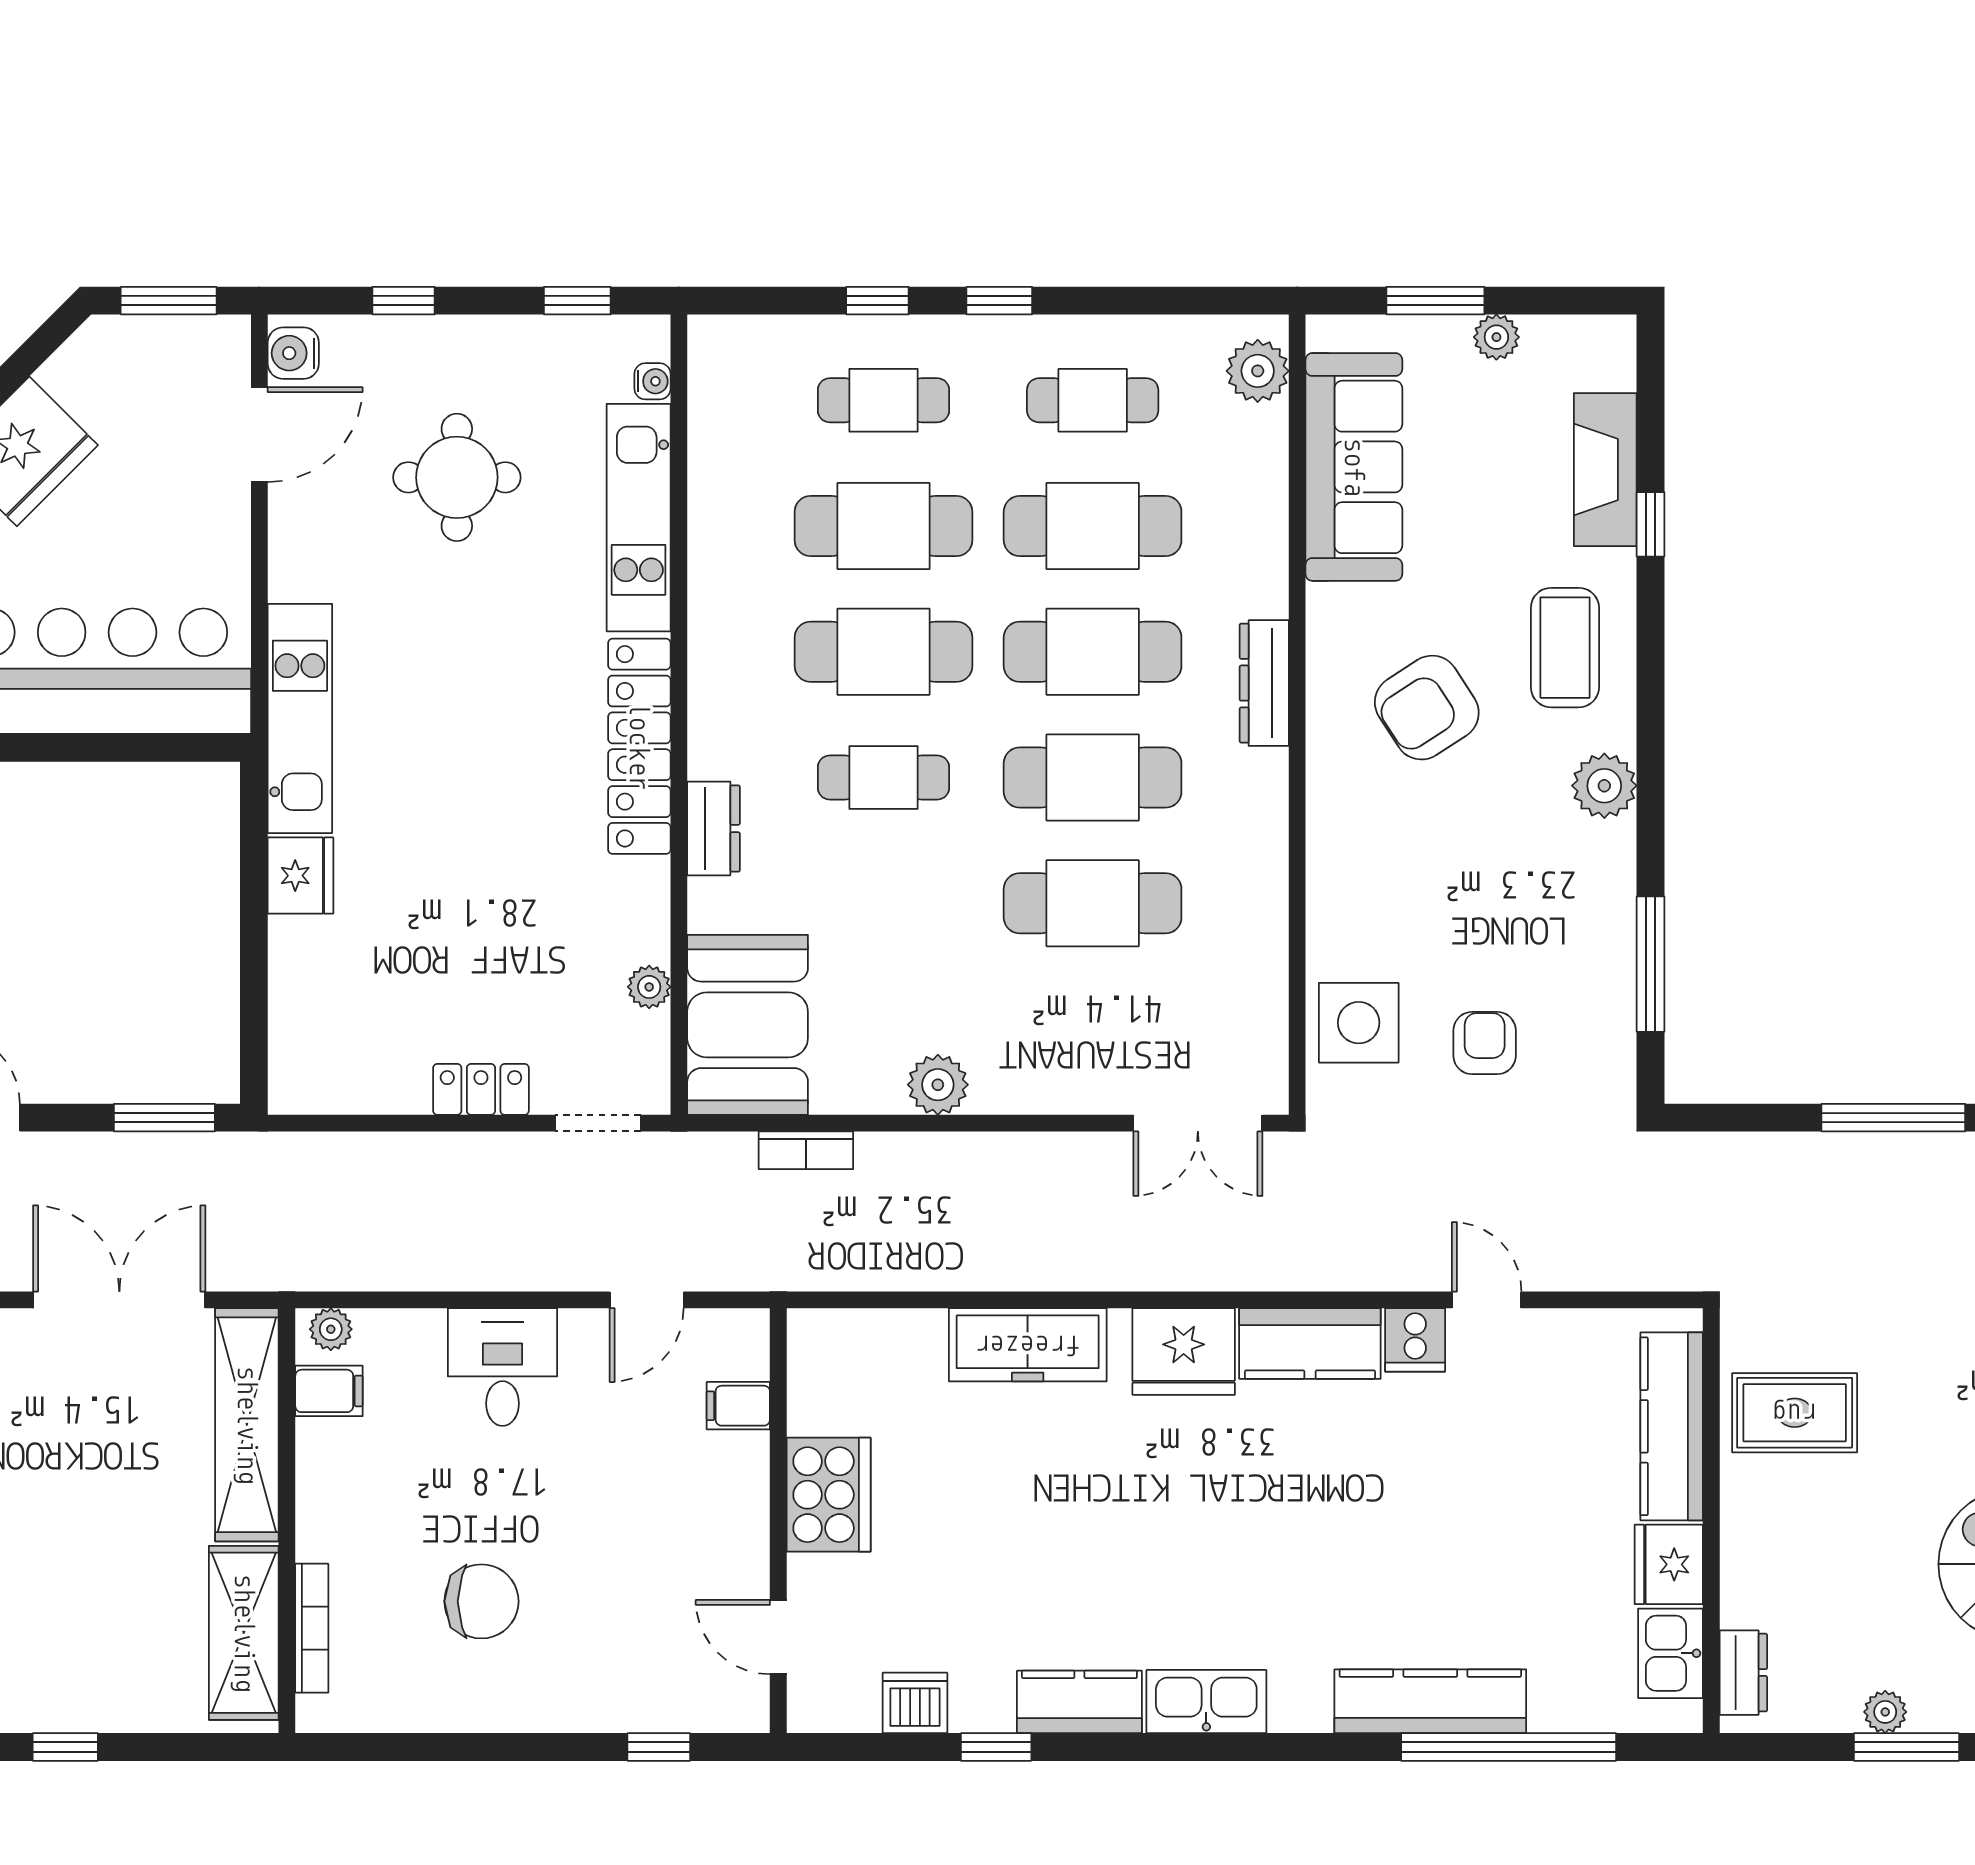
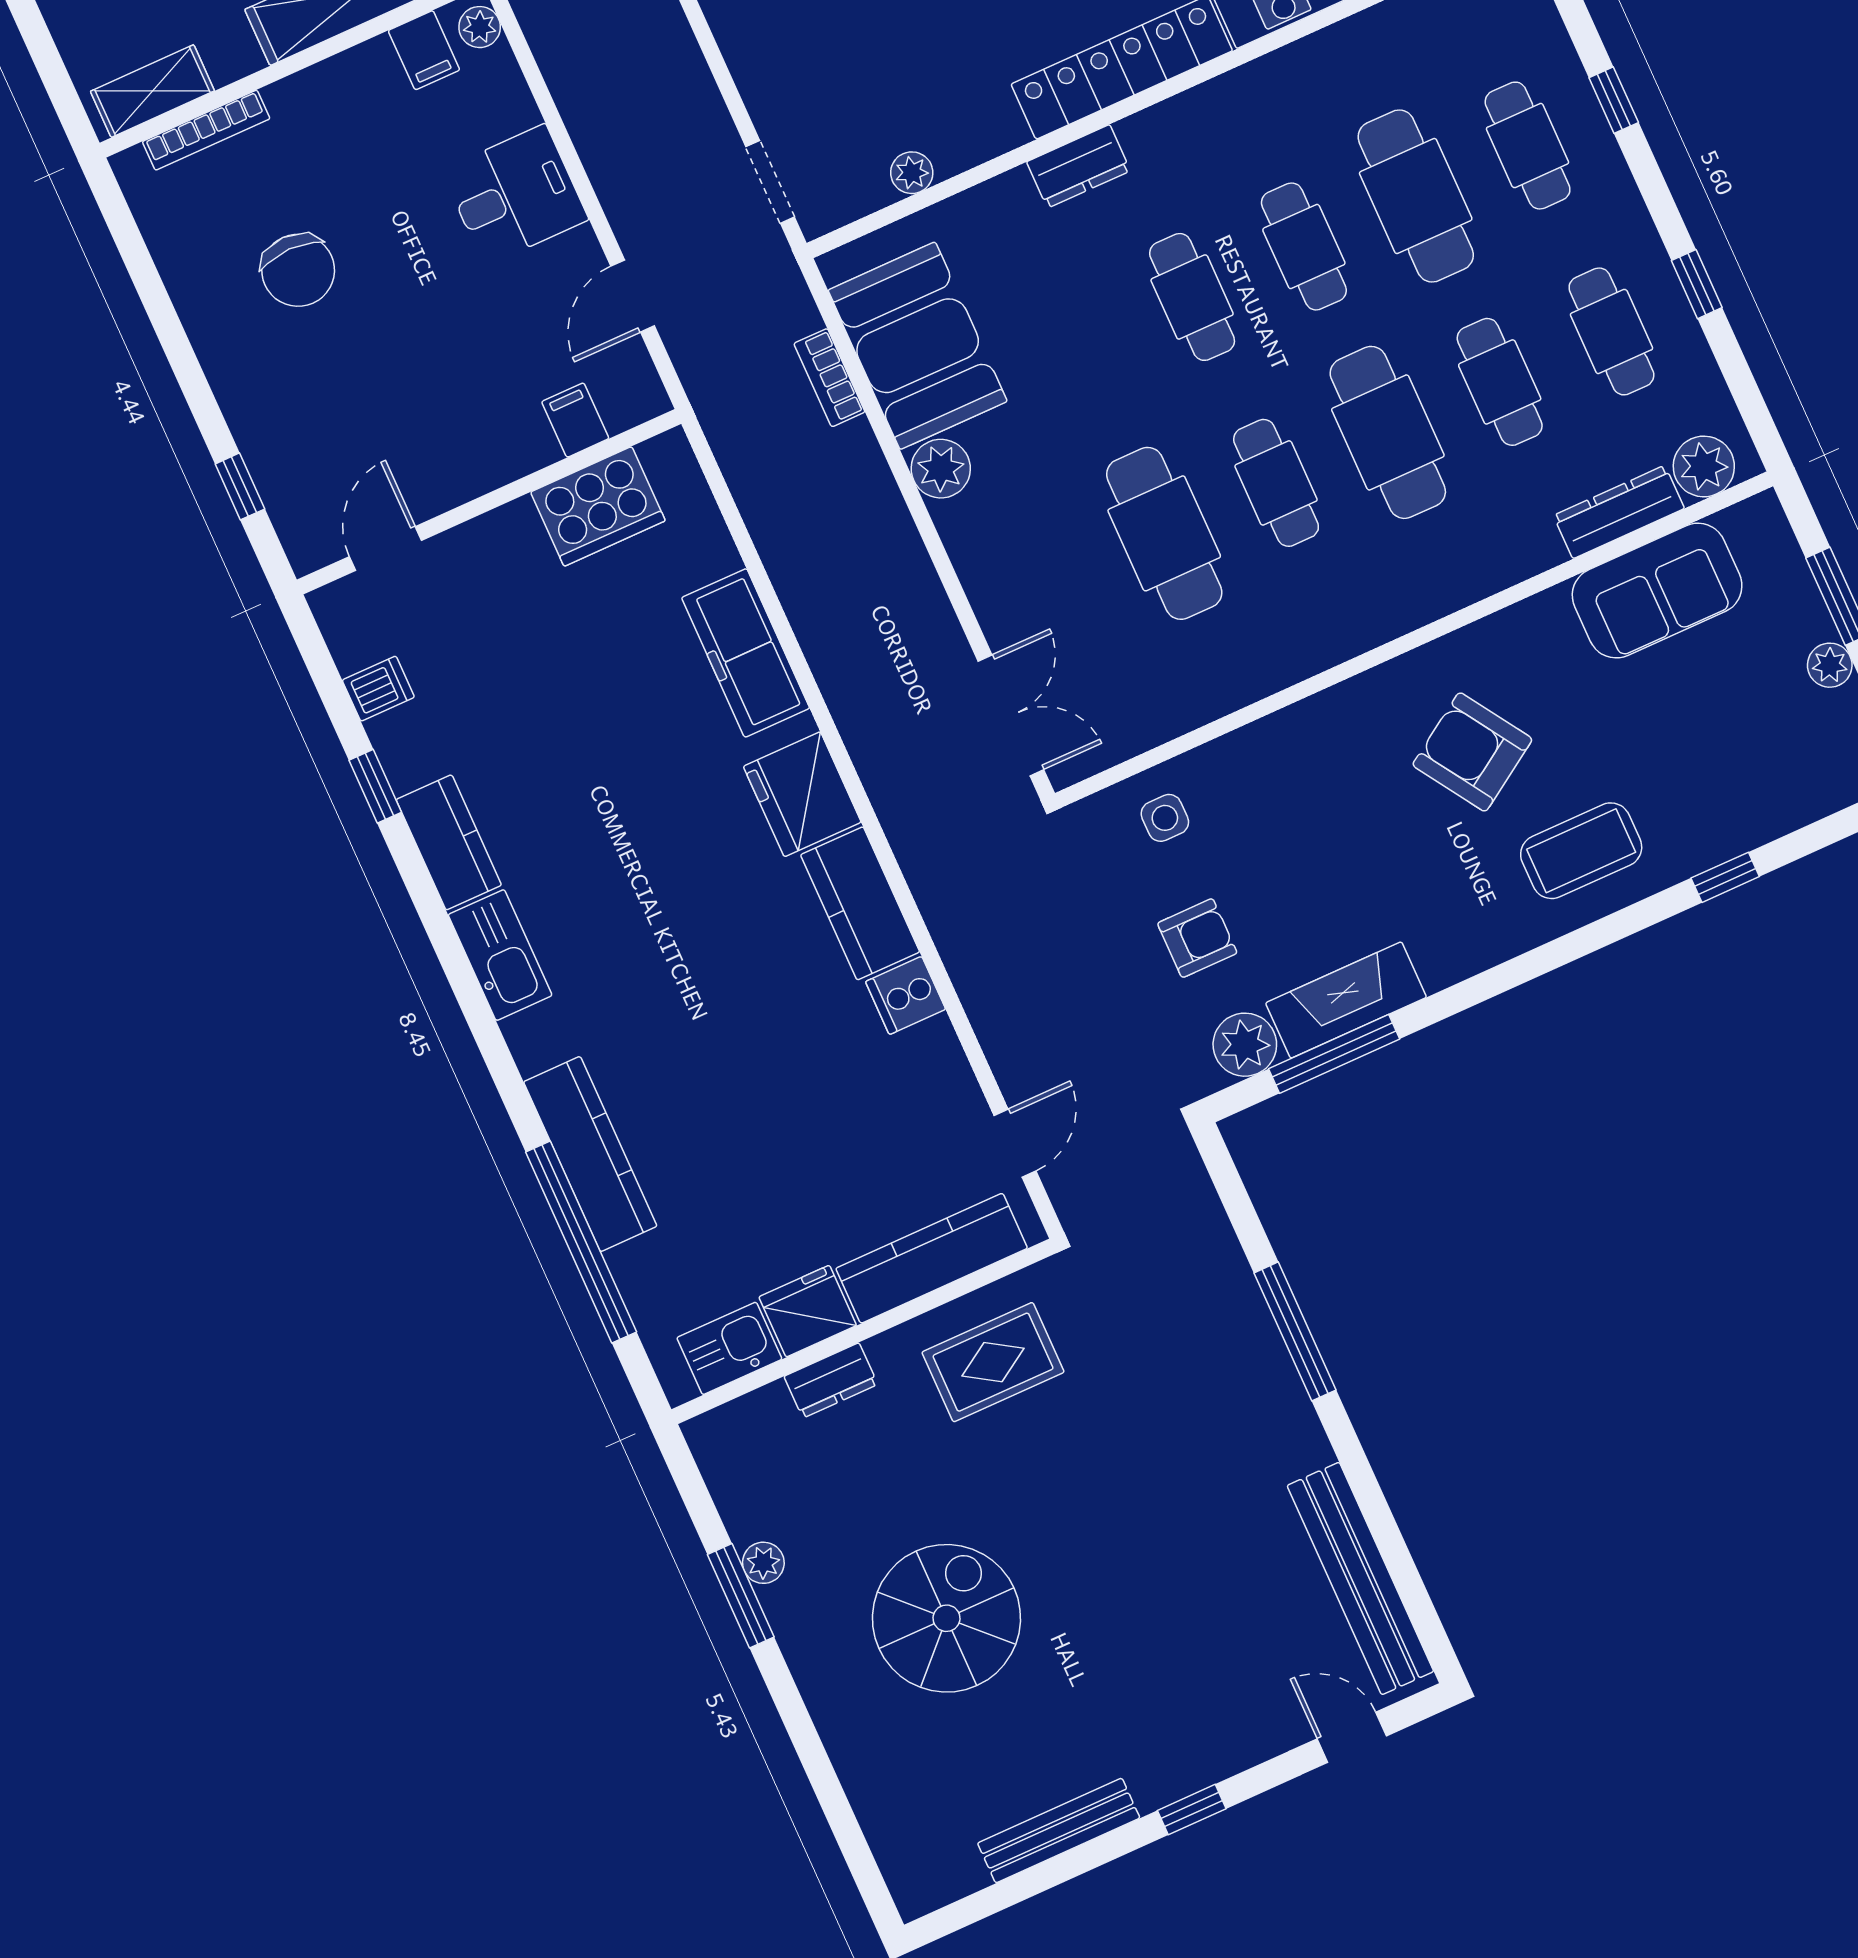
window: (999, 301) -> (1697, 284), moved
sofa: (1354, 467) -> (1657, 591), width x0.73
fireplace: (1605, 470) -> (1346, 1000), moved
cafe table: (1093, 526) -> (1500, 382), width x0.73, depth x0.74
cafe table: (883, 652) -> (1304, 246), width x0.73, depth x0.74
dresser: (1264, 683) -> (1619, 512), moved
cafe table: (1093, 778) -> (1276, 483), width x0.73, depth x0.74
plant: (1604, 786) -> (1245, 1045), moved
side table: (1359, 1023) -> (1165, 818), width x0.54, depth x0.54
booth: (748, 1025) -> (918, 346), moved, turned 90
locker: (481, 1089) -> (753, 64), removed
double door: (1198, 1123) -> (1011, 715), swing flipped
door: (647, 1300) -> (633, 296), hinge flipped
door: (1487, 1300) -> (1015, 1143), moved
rug: (1795, 1413) -> (993, 1362), turned 90
cooker: (829, 1495) -> (598, 506), moved
shelving: (244, 1633) -> (152, 91), width x0.67, depth x0.75
dresser: (1743, 1673) -> (831, 1380), moved
dishwasher: (915, 1703) -> (378, 689), width x0.73

